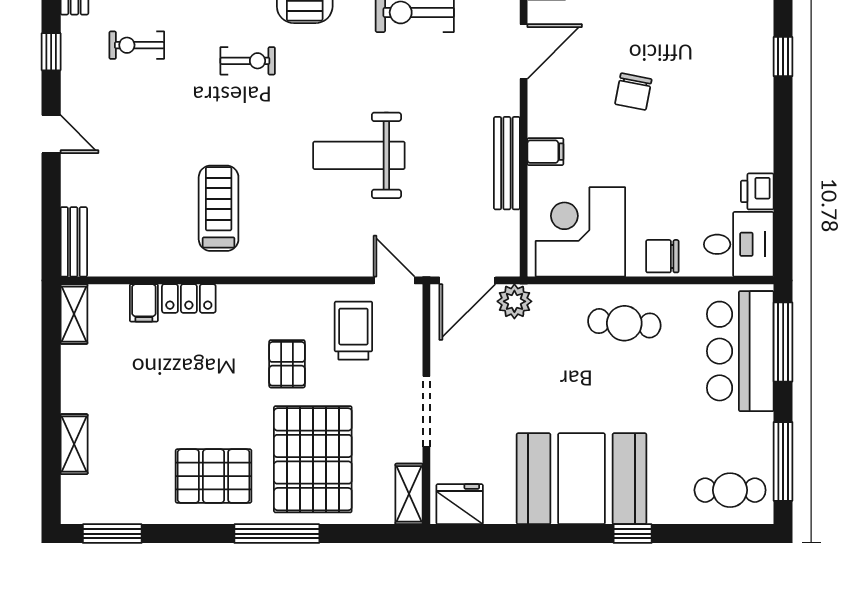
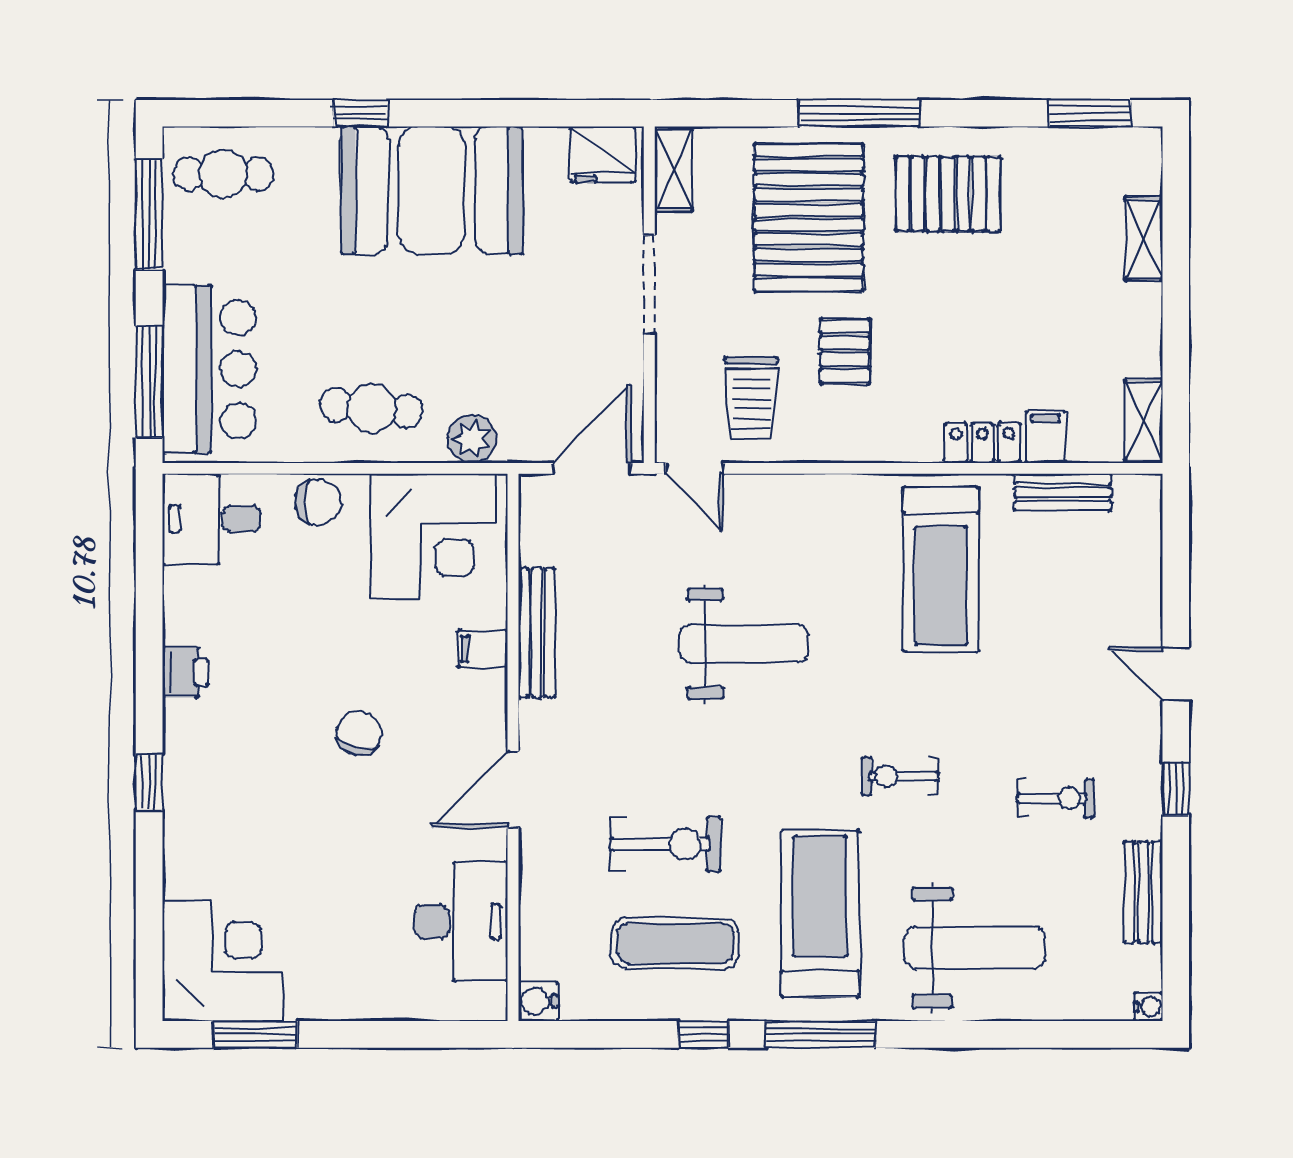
printer: (757, 191) -> (185, 672), moved
treadmill: (219, 208) -> (941, 569), width x1.37, depth x1.38
bench: (74, 242) -> (1063, 492), moved, turned 90
plant: (514, 301) -> (472, 439), moved

